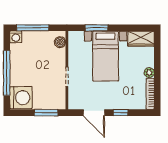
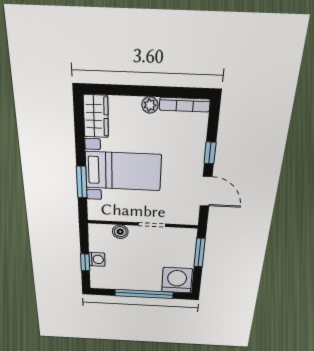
window: (33, 28) -> (85, 262), width x0.46
washing machine: (16, 37) -> (97, 259), moved
boiler: (60, 42) -> (120, 232), moved
door: (94, 113) -> (206, 191), hinge flipped

